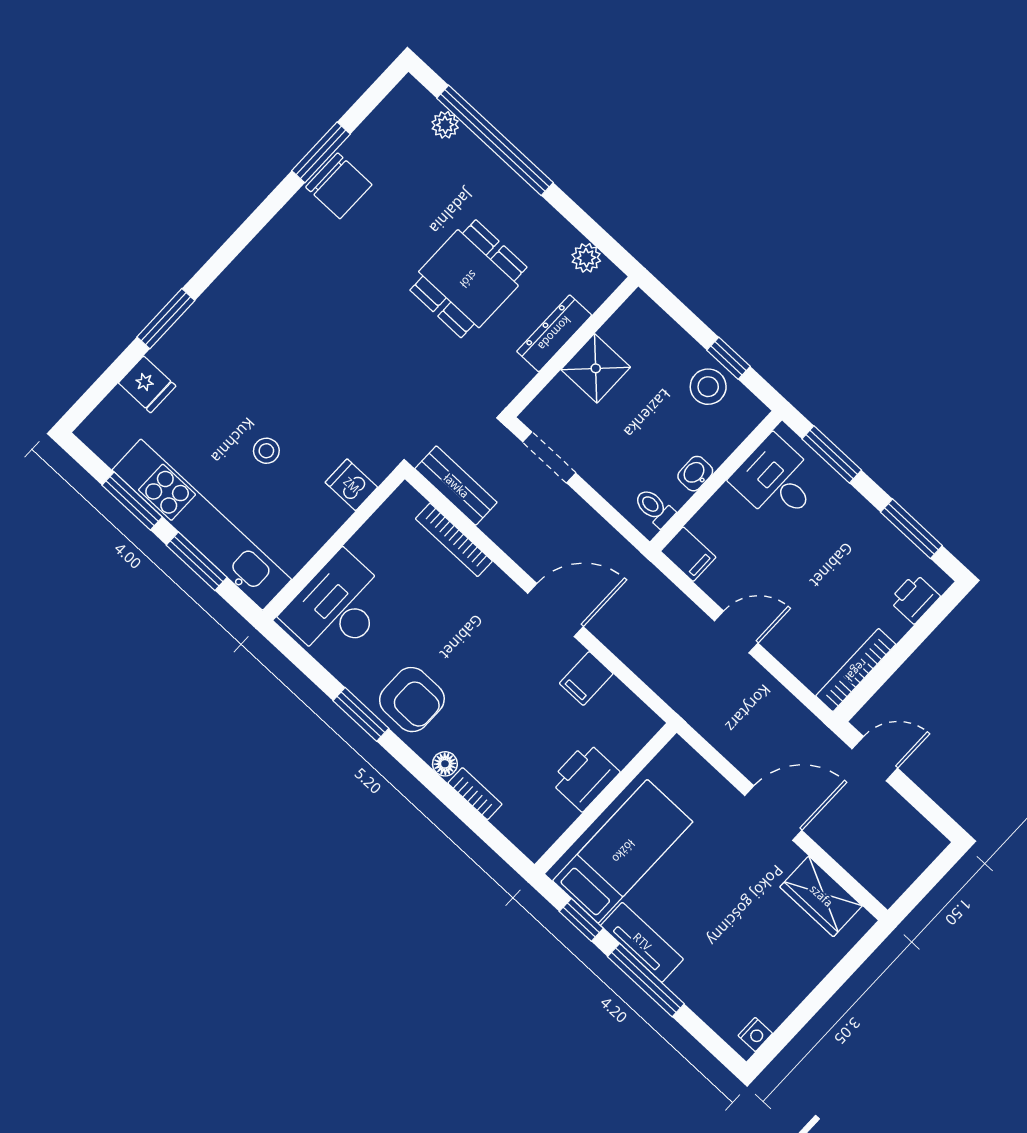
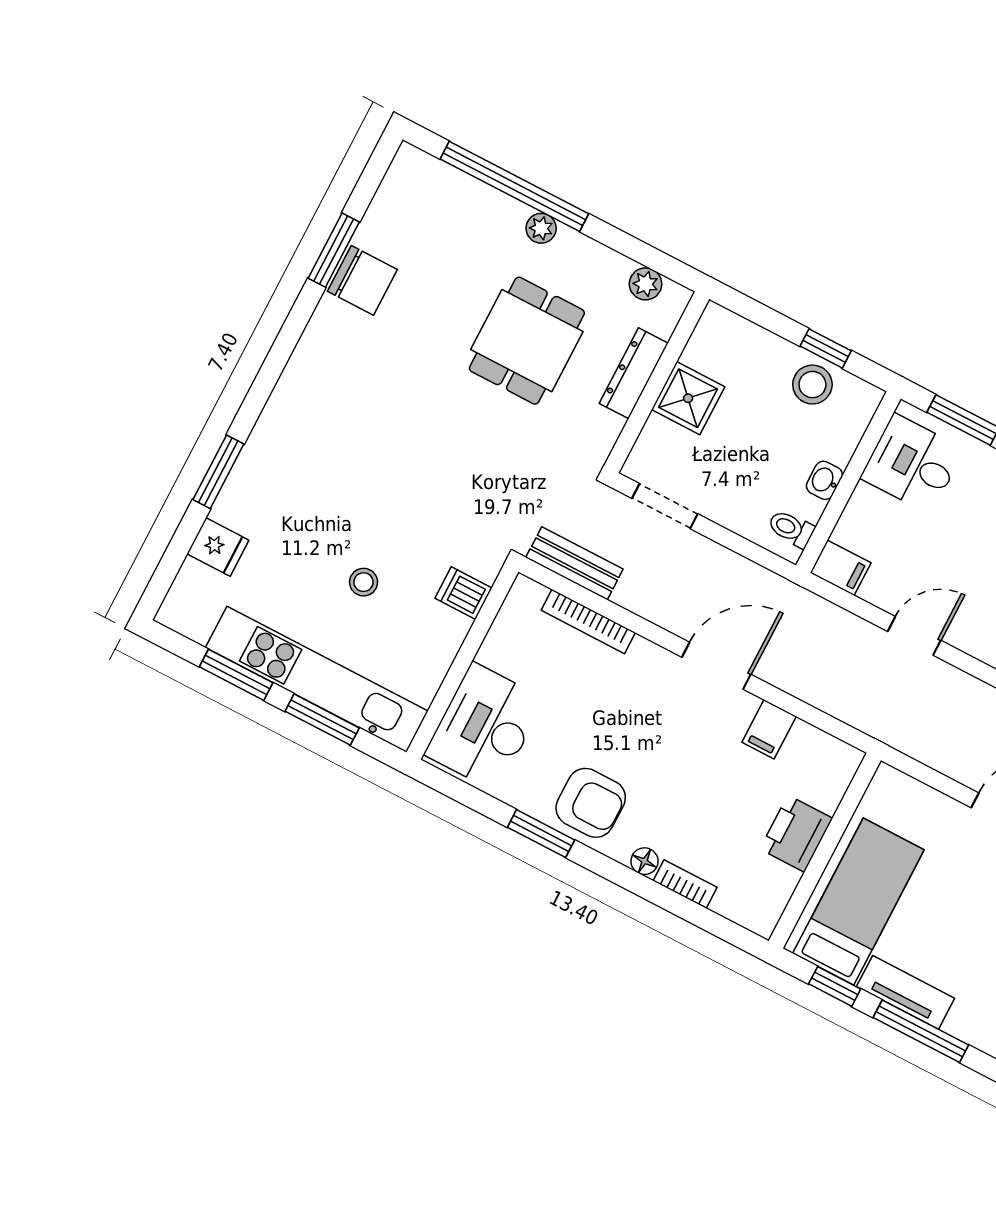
plant: (445, 125) -> (541, 228), moved

